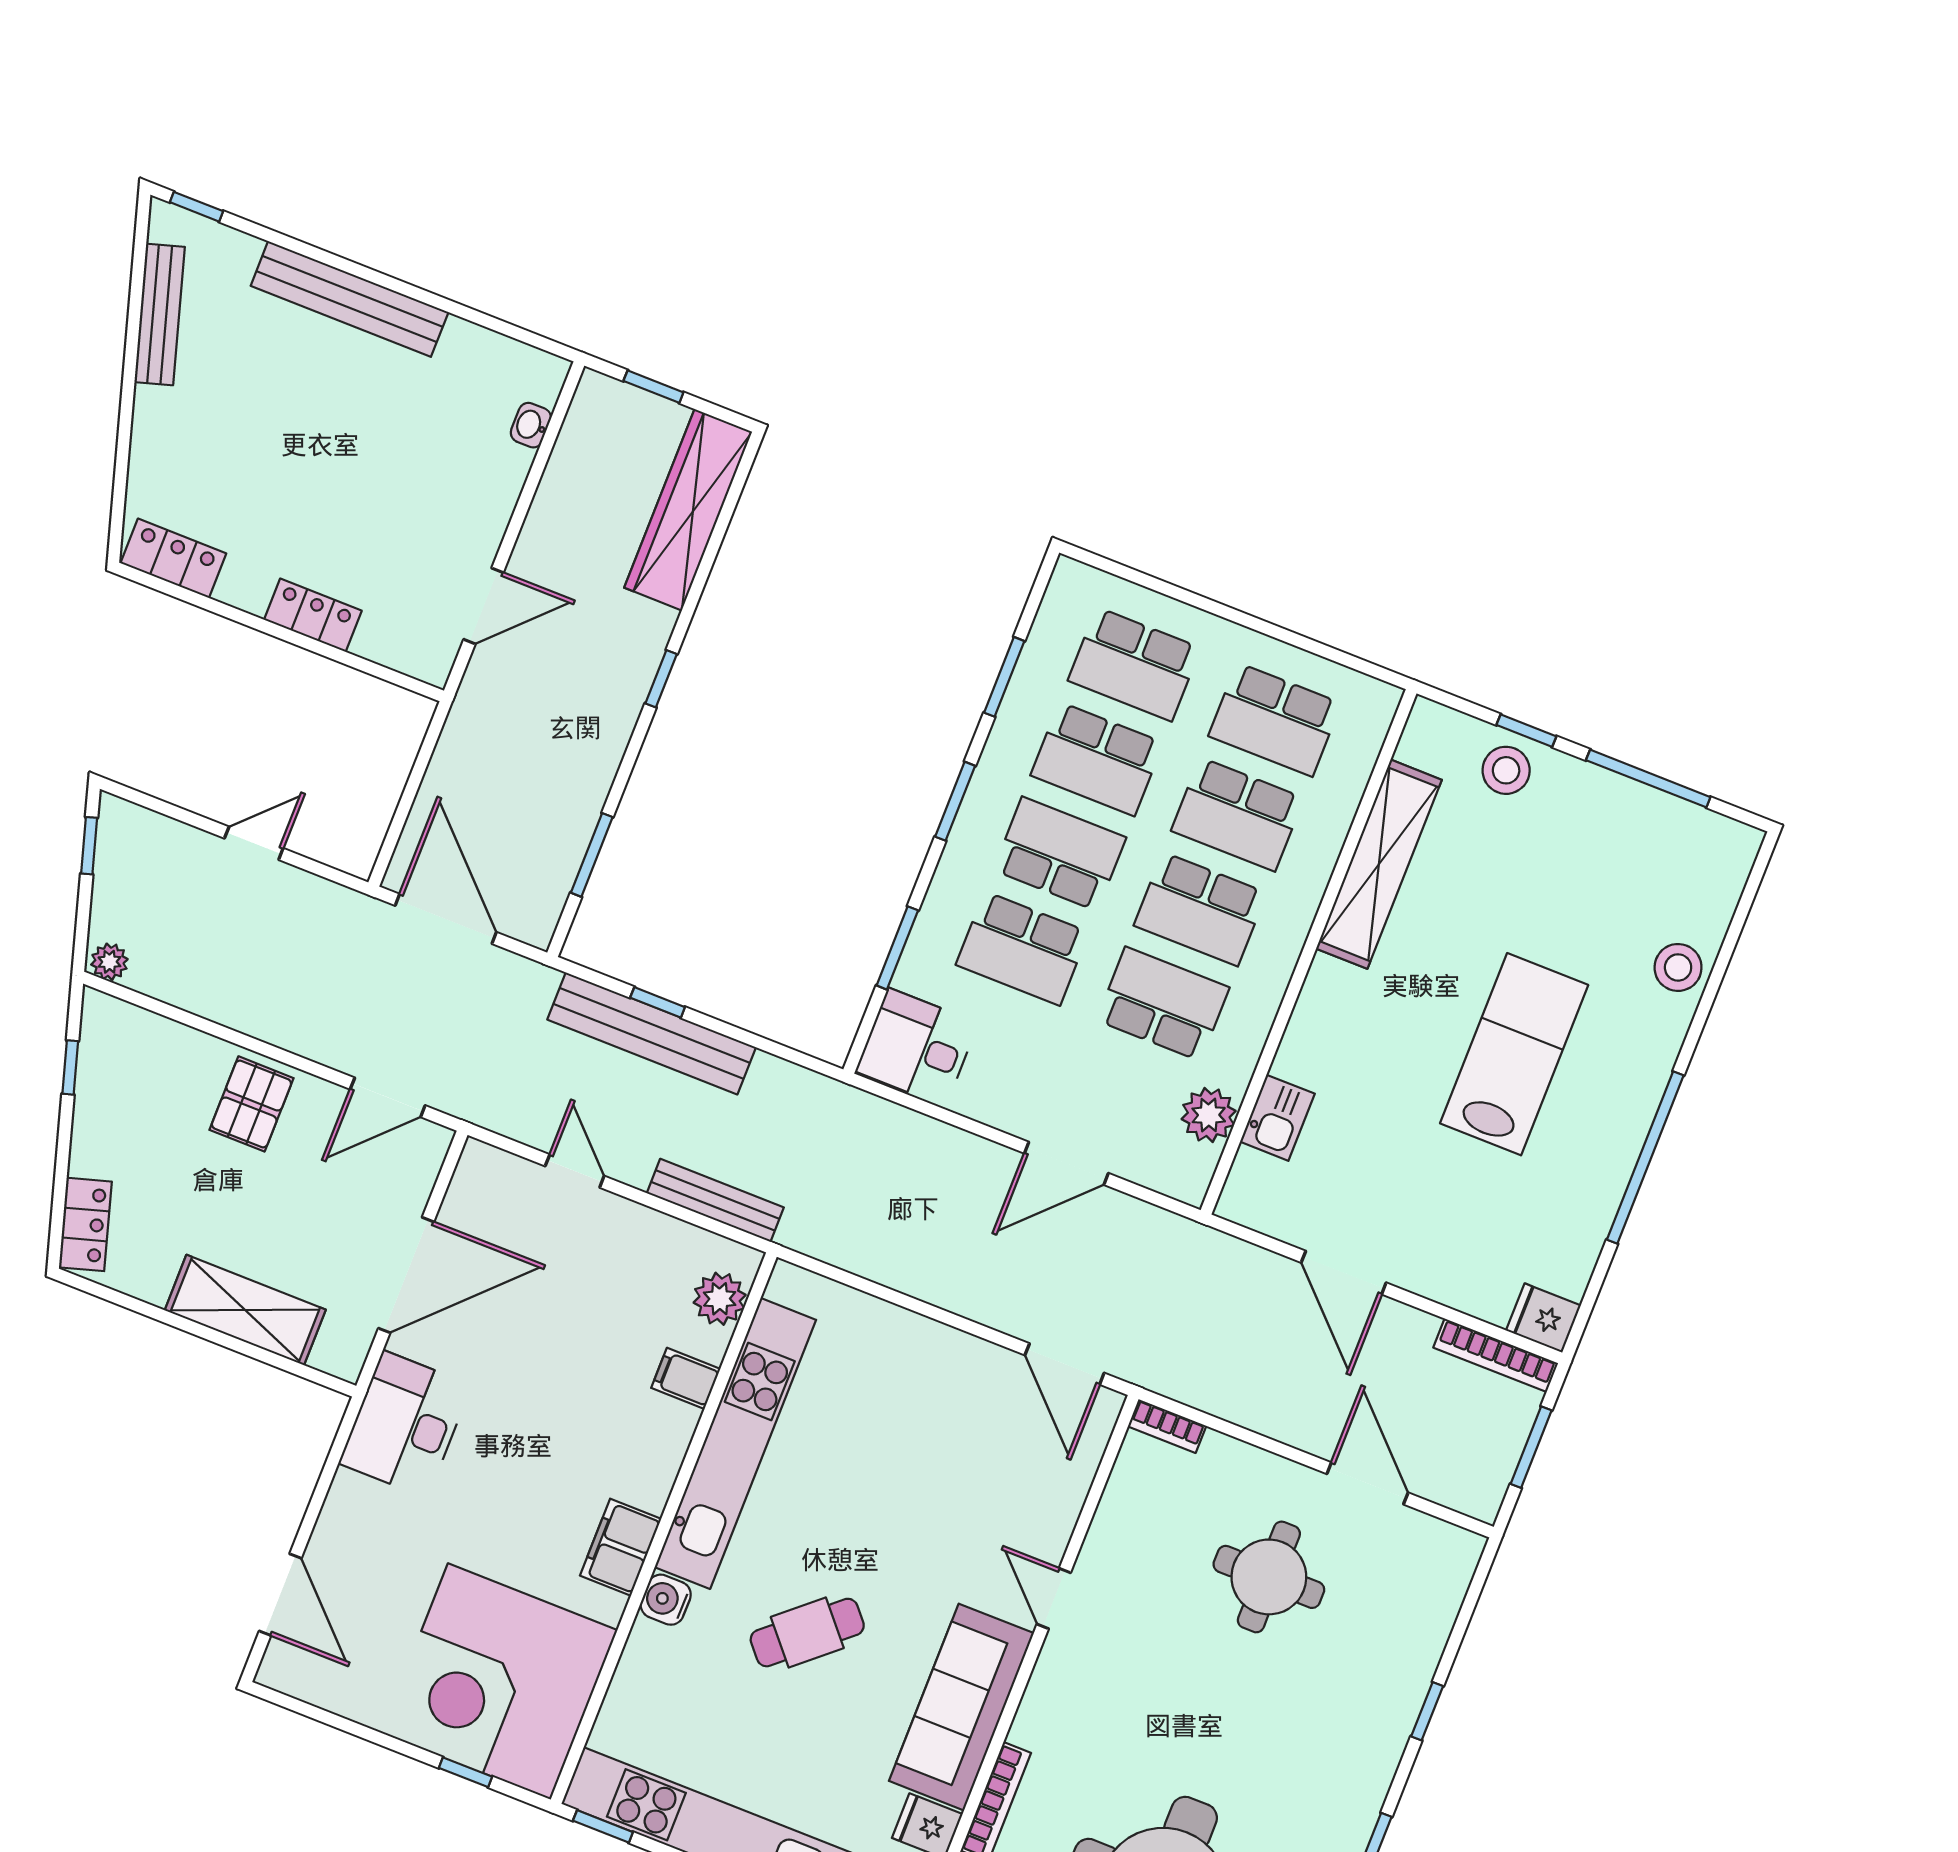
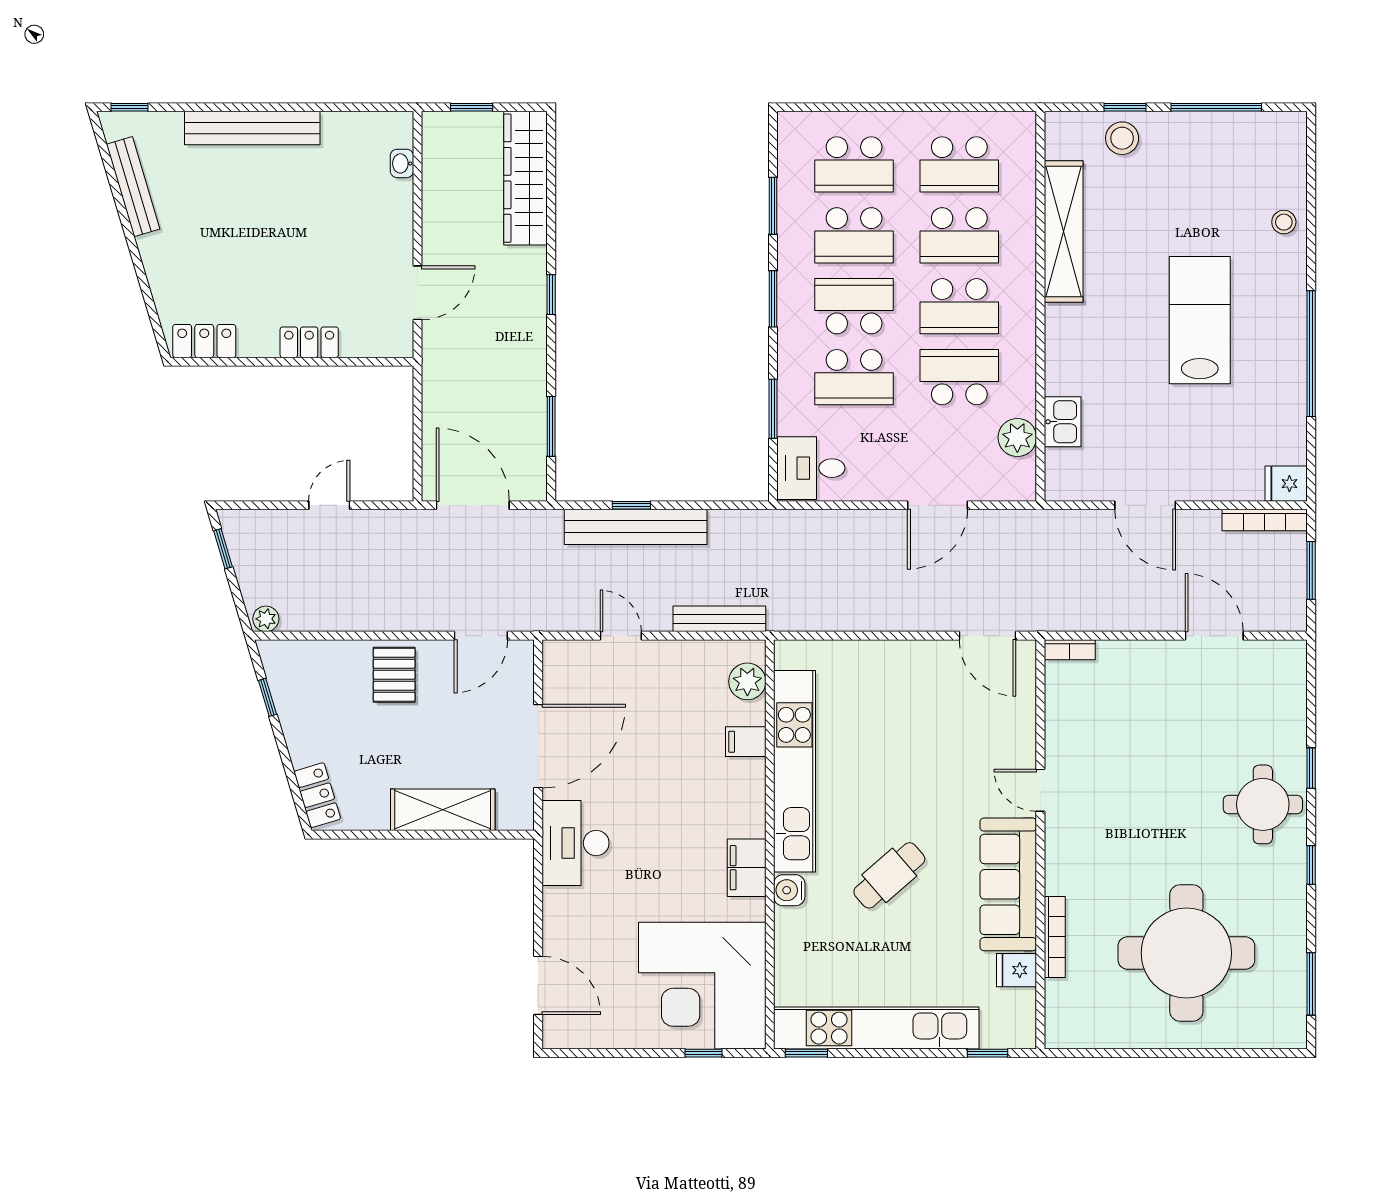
stool: (1678, 967) -> (1284, 222), width x0.73, depth x0.73
round table: (1269, 1577) -> (1263, 804), moved

